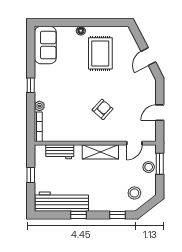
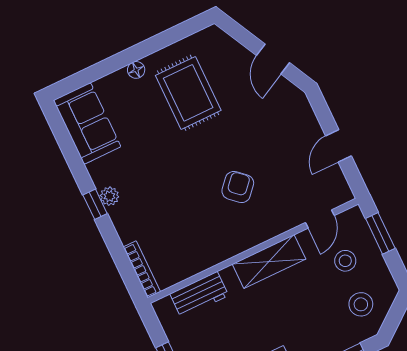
plant: (39, 106) -> (109, 196), moved
stool: (149, 167) -> (345, 261), moved

